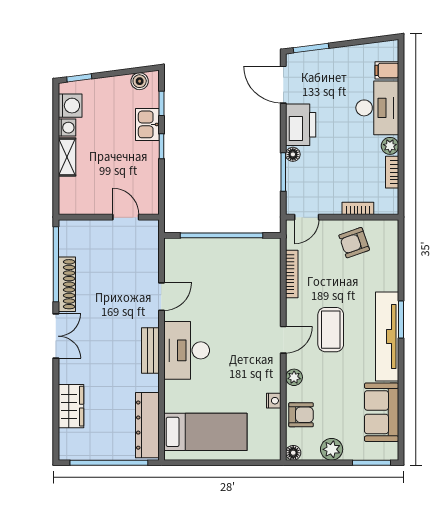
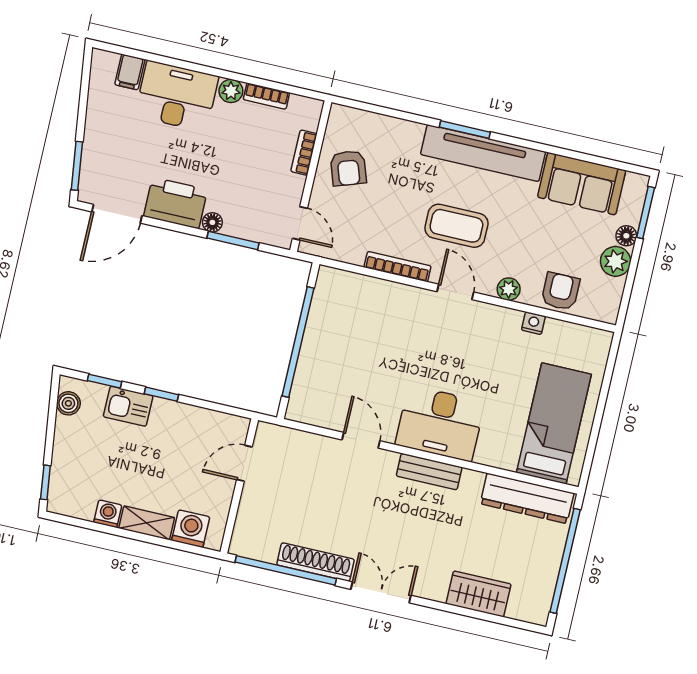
washing machine: (70, 106) -> (191, 529), moved
bookcase: (292, 274) -> (398, 267), moved
floor lamp: (293, 453) -> (626, 236), moved

